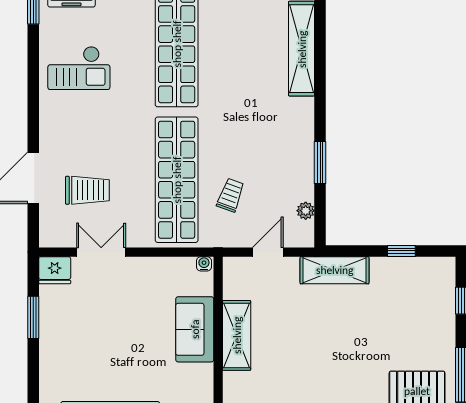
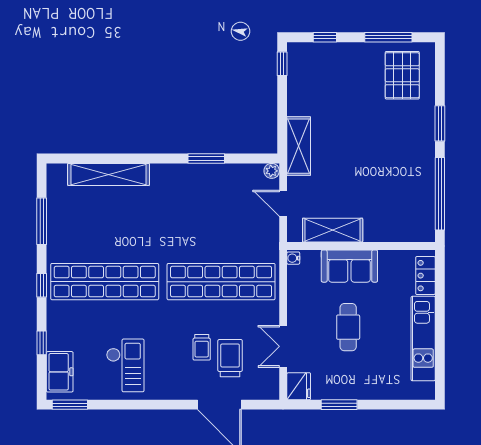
trolley: (231, 195) -> (202, 347), moved, turned -110
plant: (306, 211) -> (272, 171), moved
window: (401, 251) -> (282, 64), moved
cafe table: (124, 328) -> (348, 327), added
shelving: (237, 335) -> (333, 230), moved

